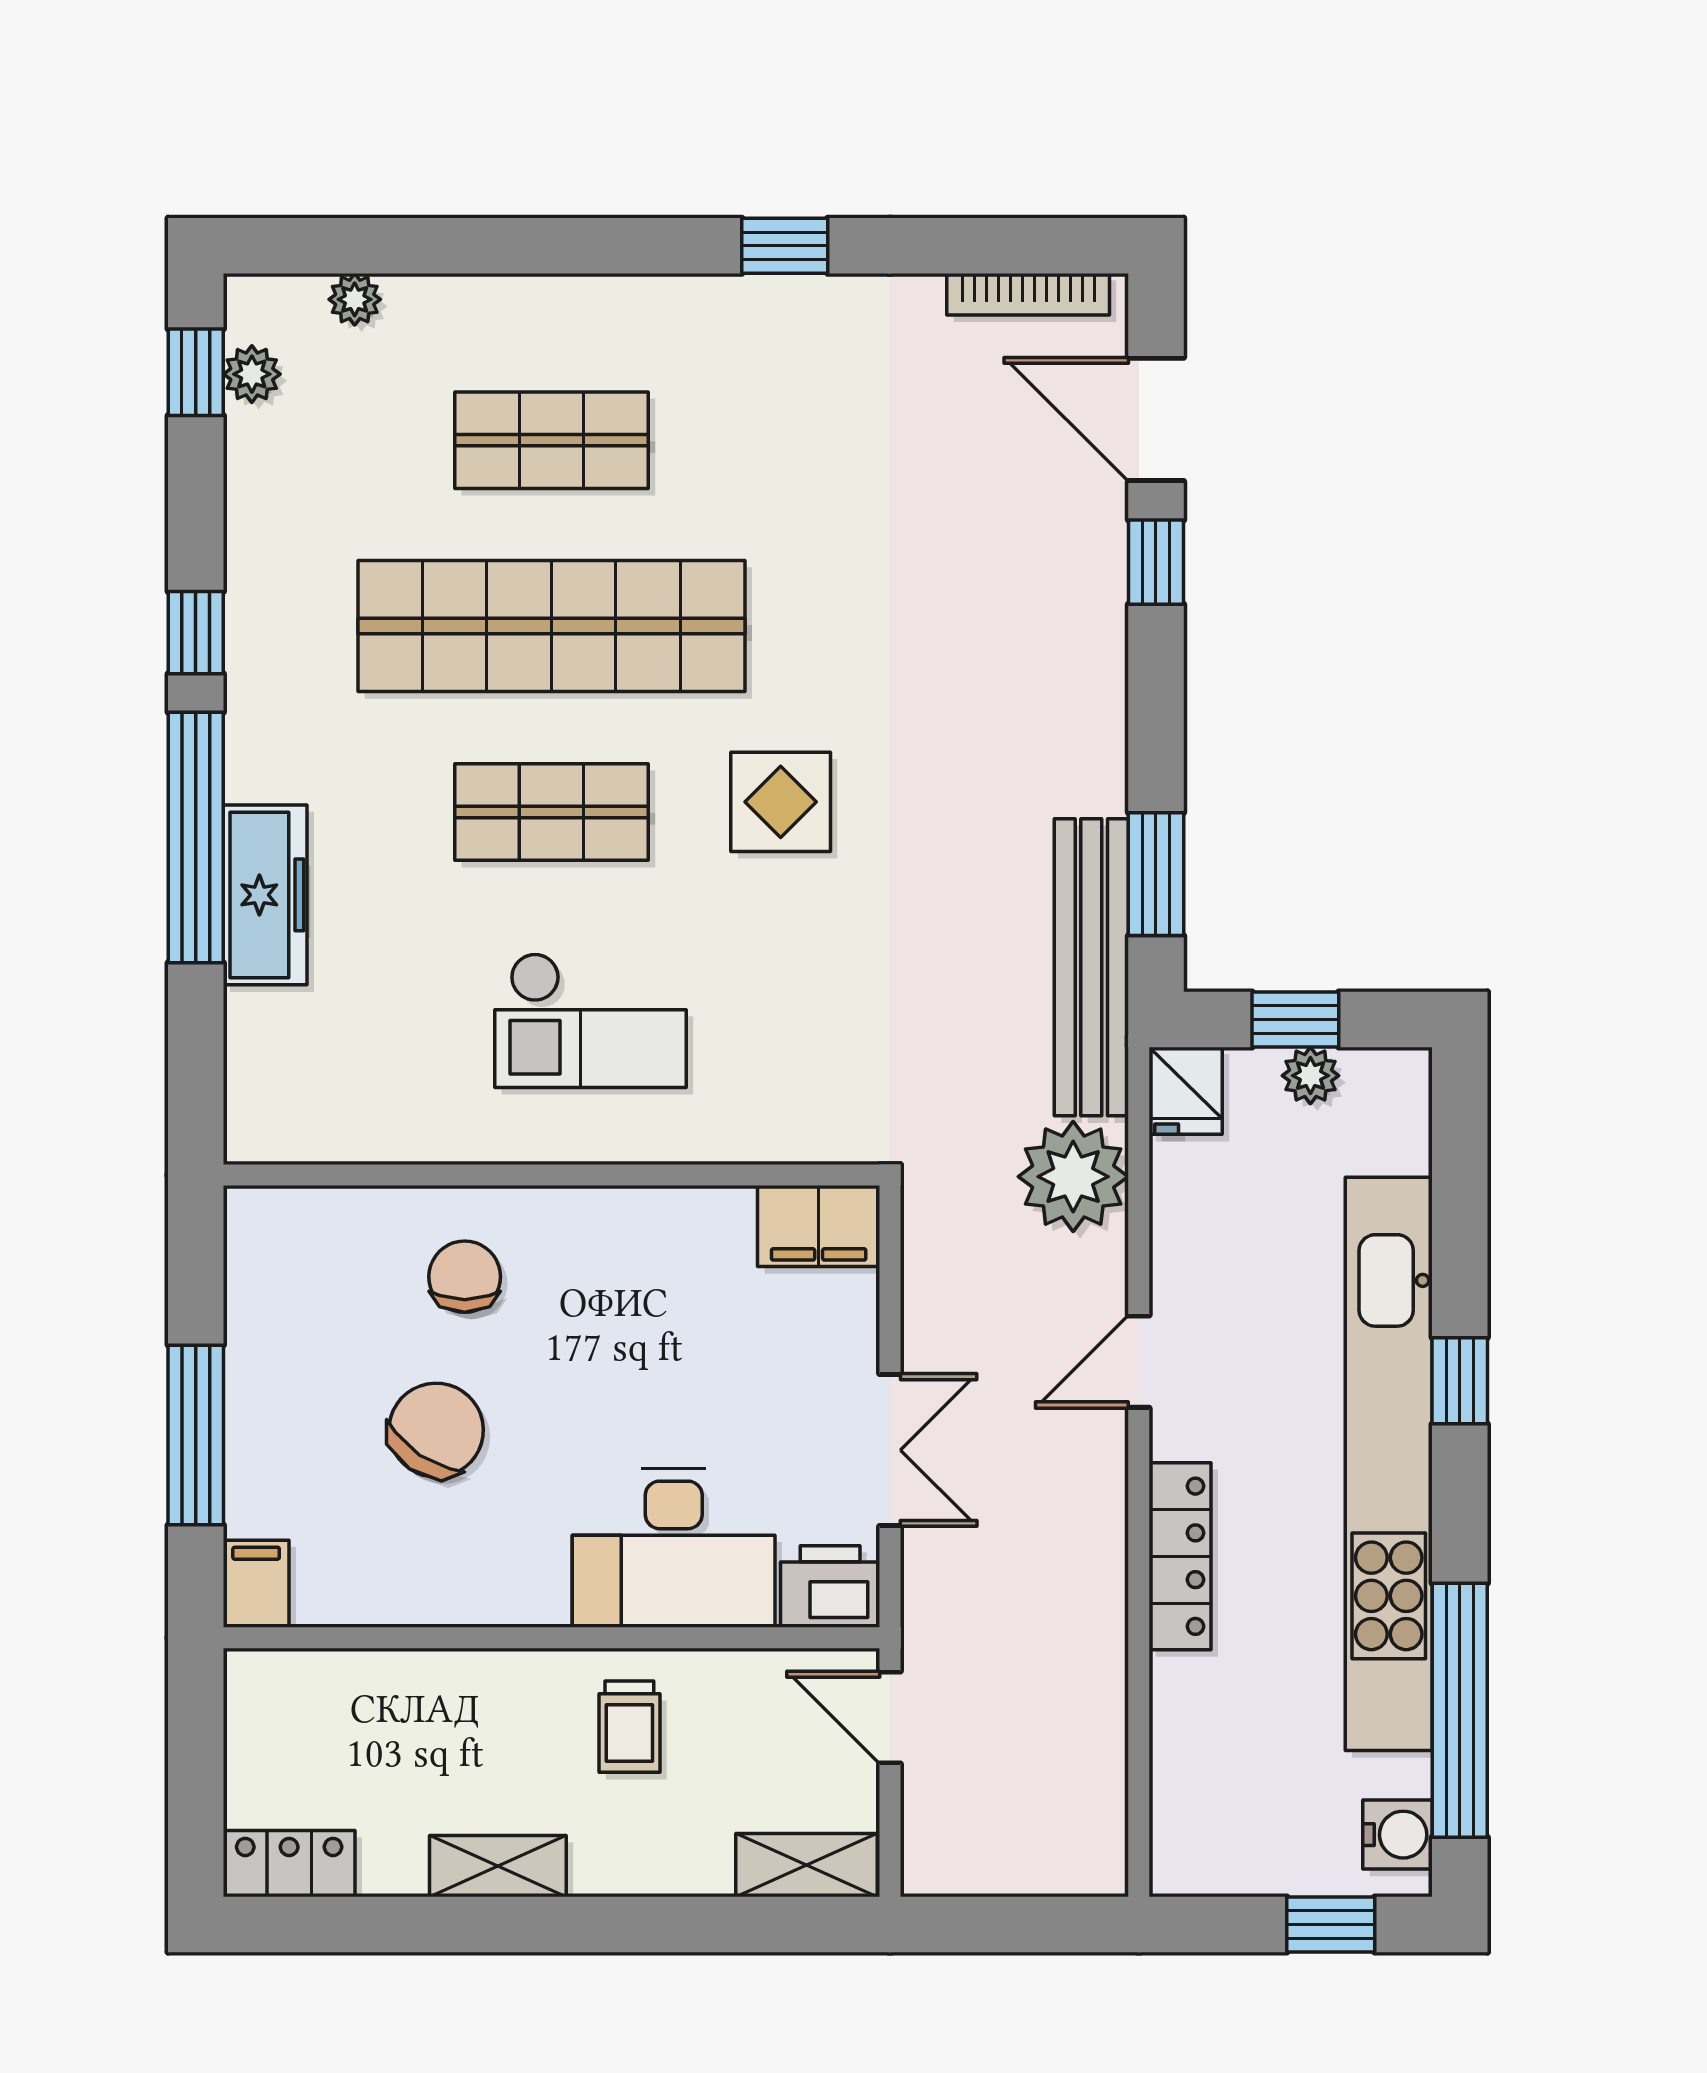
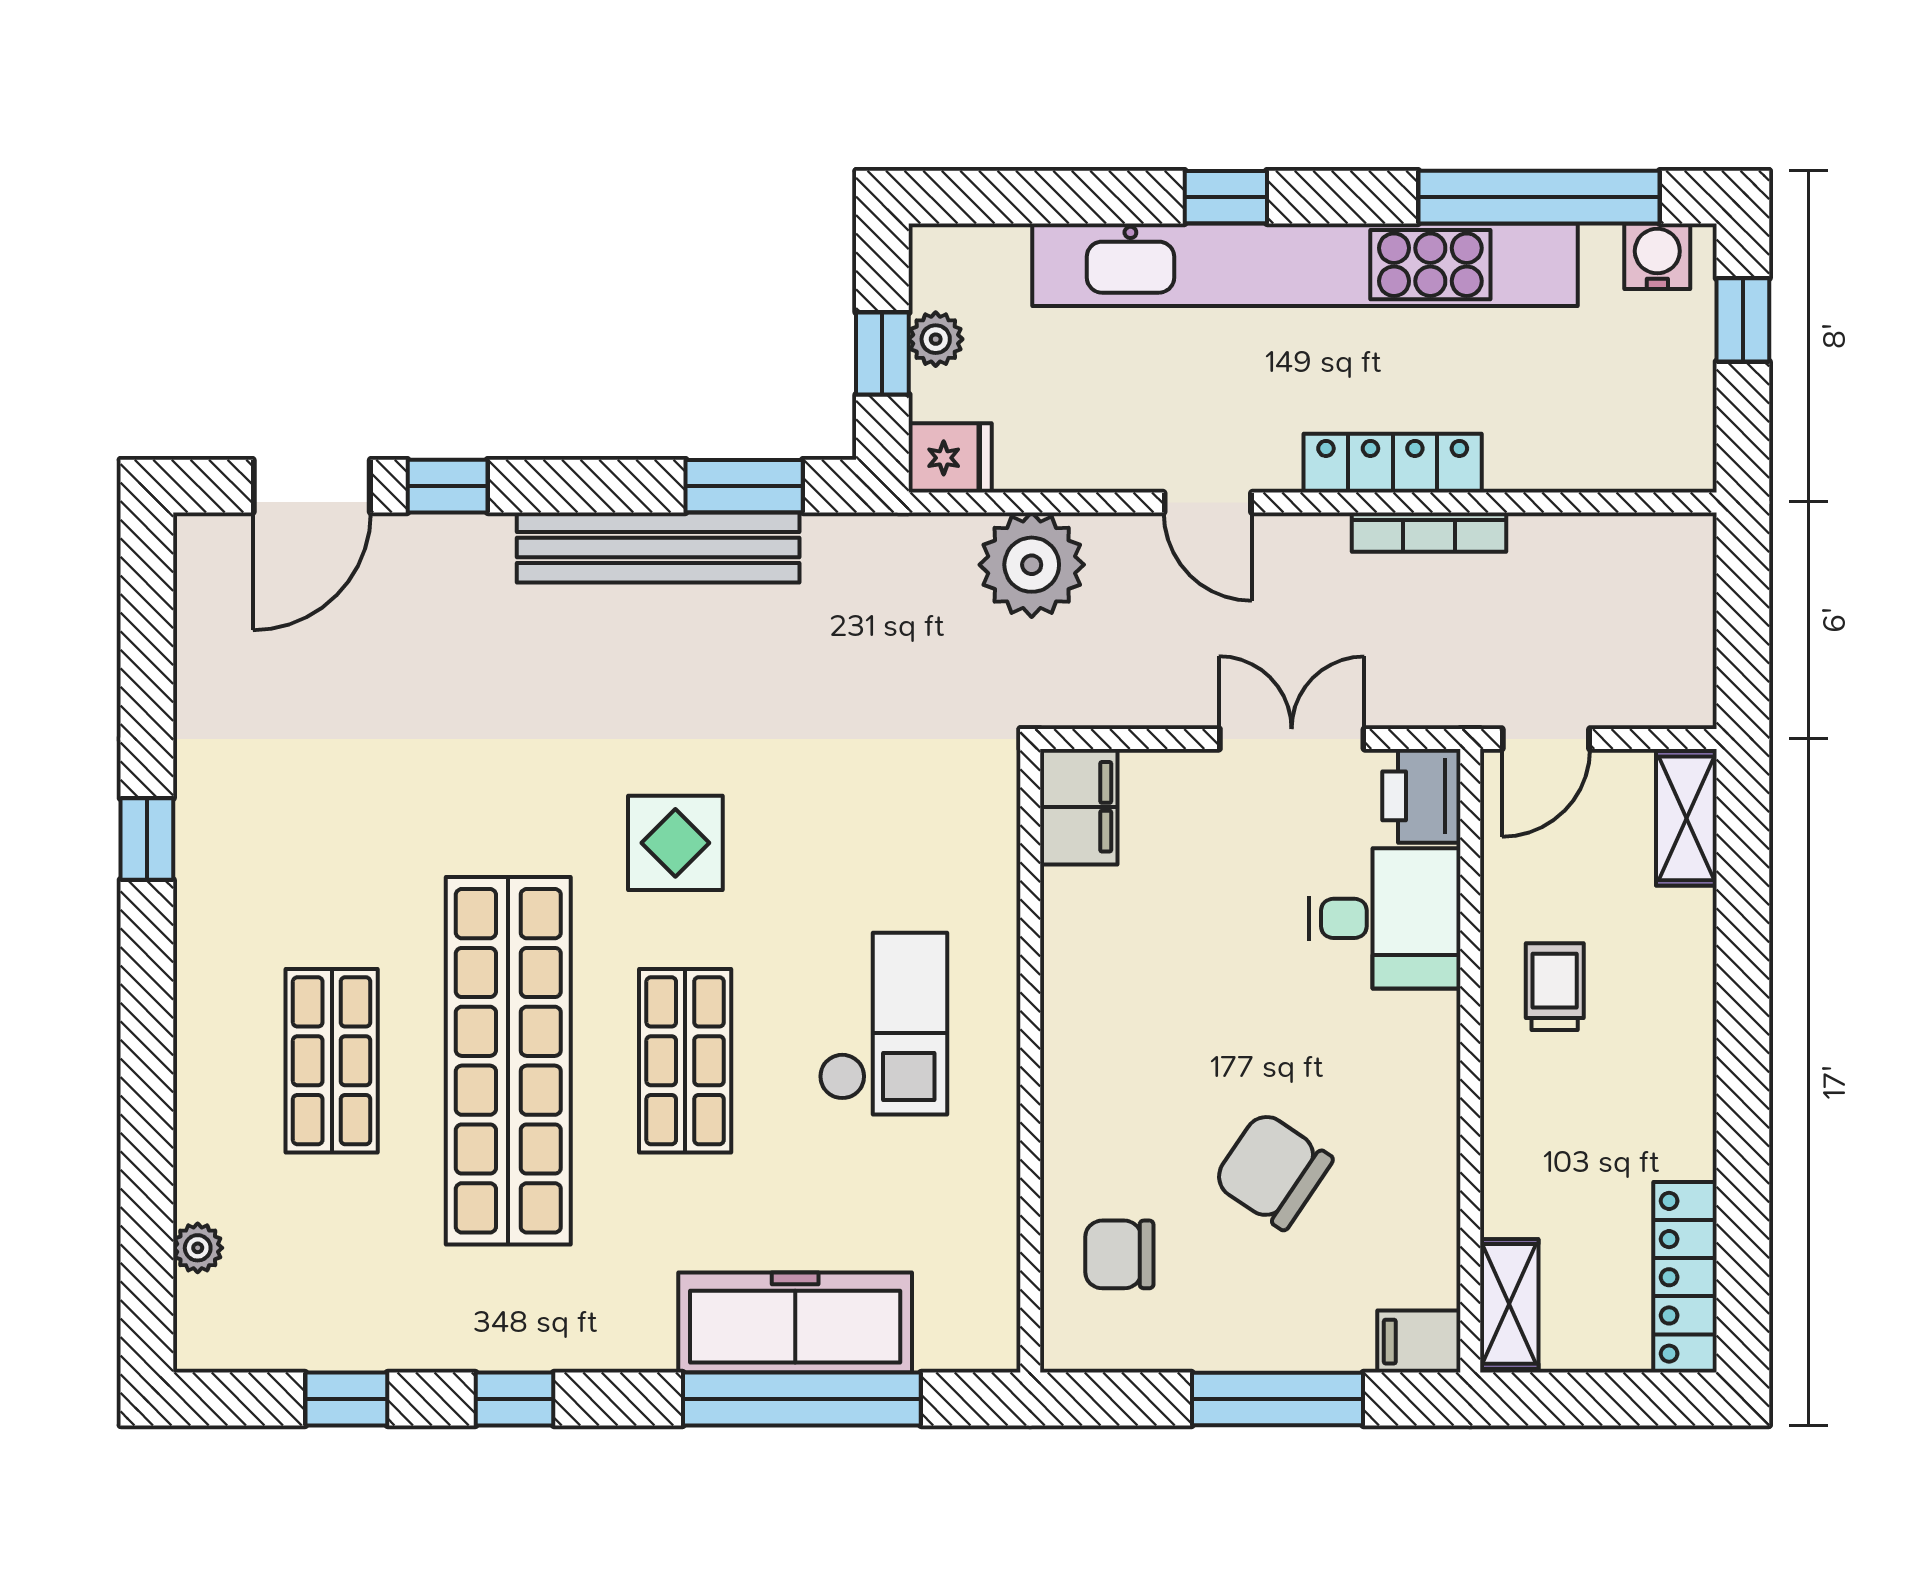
bookcase: (1028, 294) -> (1429, 532), moved, turned 90
window: (196, 372) -> (346, 1399), moved
plant: (252, 374) -> (269, 1346), removed
window: (196, 838) -> (802, 1399), moved
freezer: (265, 895) -> (795, 1323), width x1.36, depth x1.26
bench: (1091, 967) -> (658, 547), moved
chair: (465, 1277) -> (1119, 1254), moved
desk: (674, 1548) -> (1385, 918), width x0.73
trolley: (629, 1727) -> (1555, 987), turned -90
locker: (289, 1864) -> (1685, 1277), width x1.53
shelving: (498, 1866) -> (1509, 1304), moved

